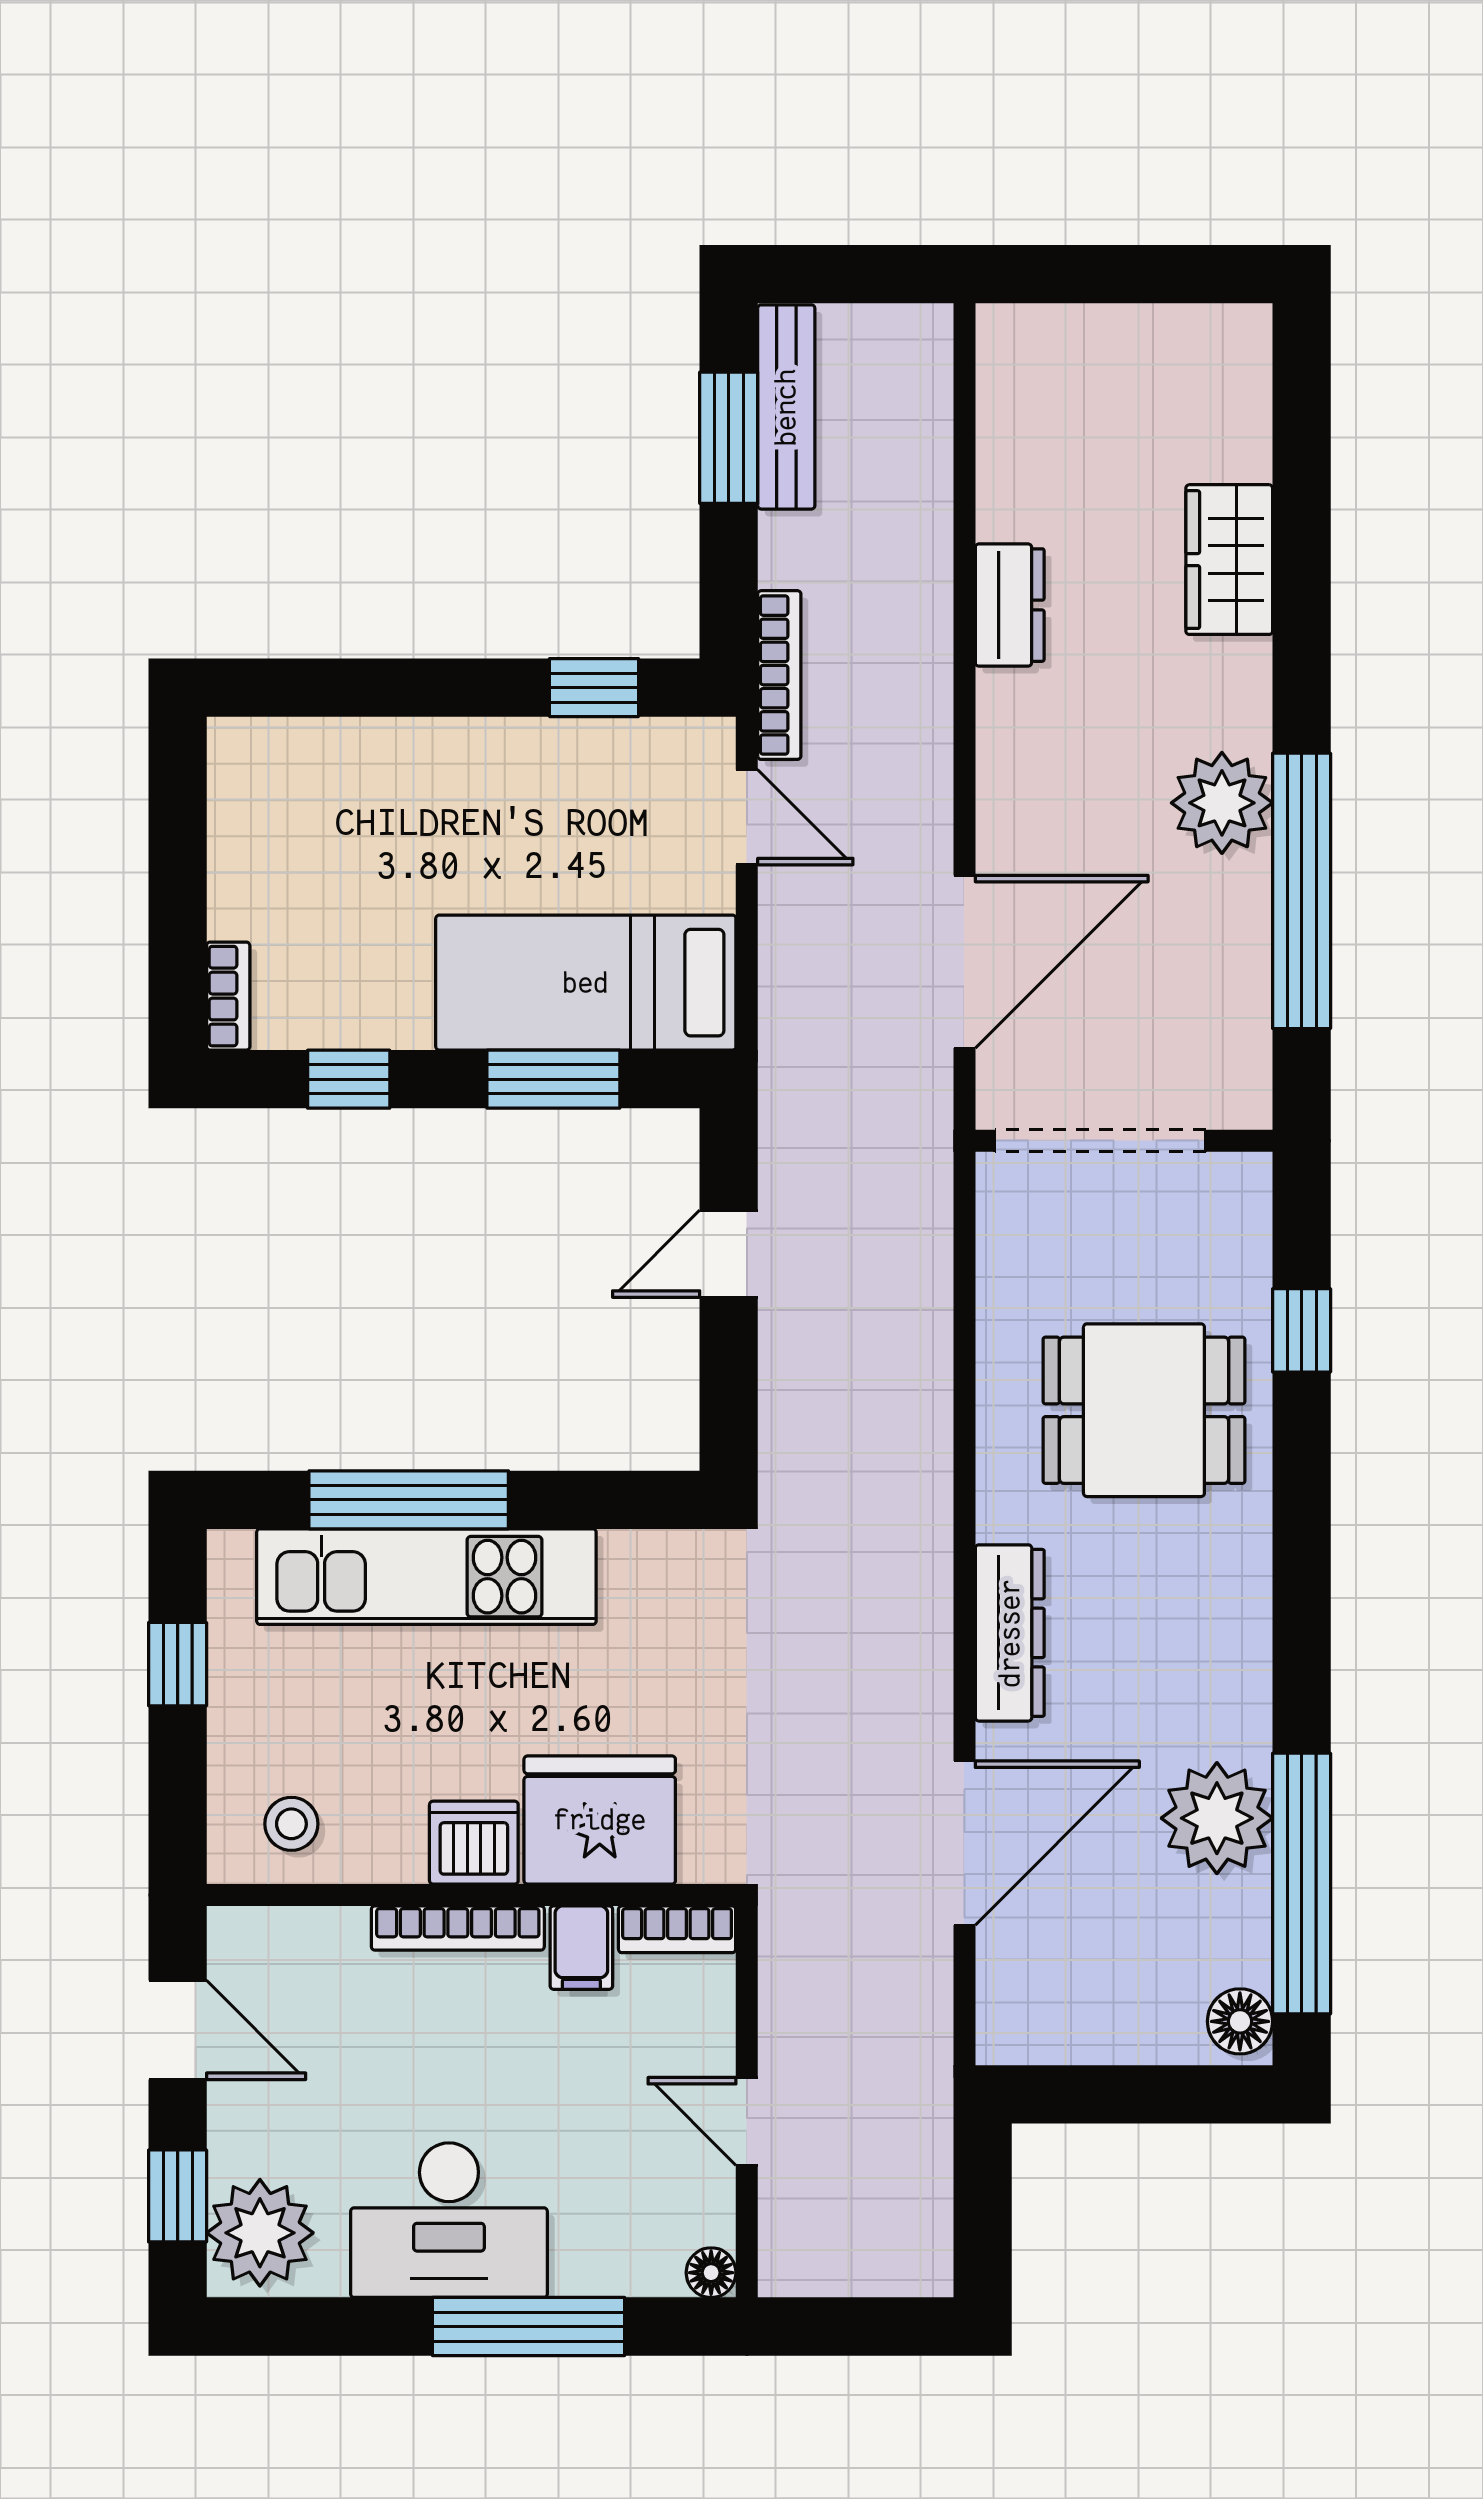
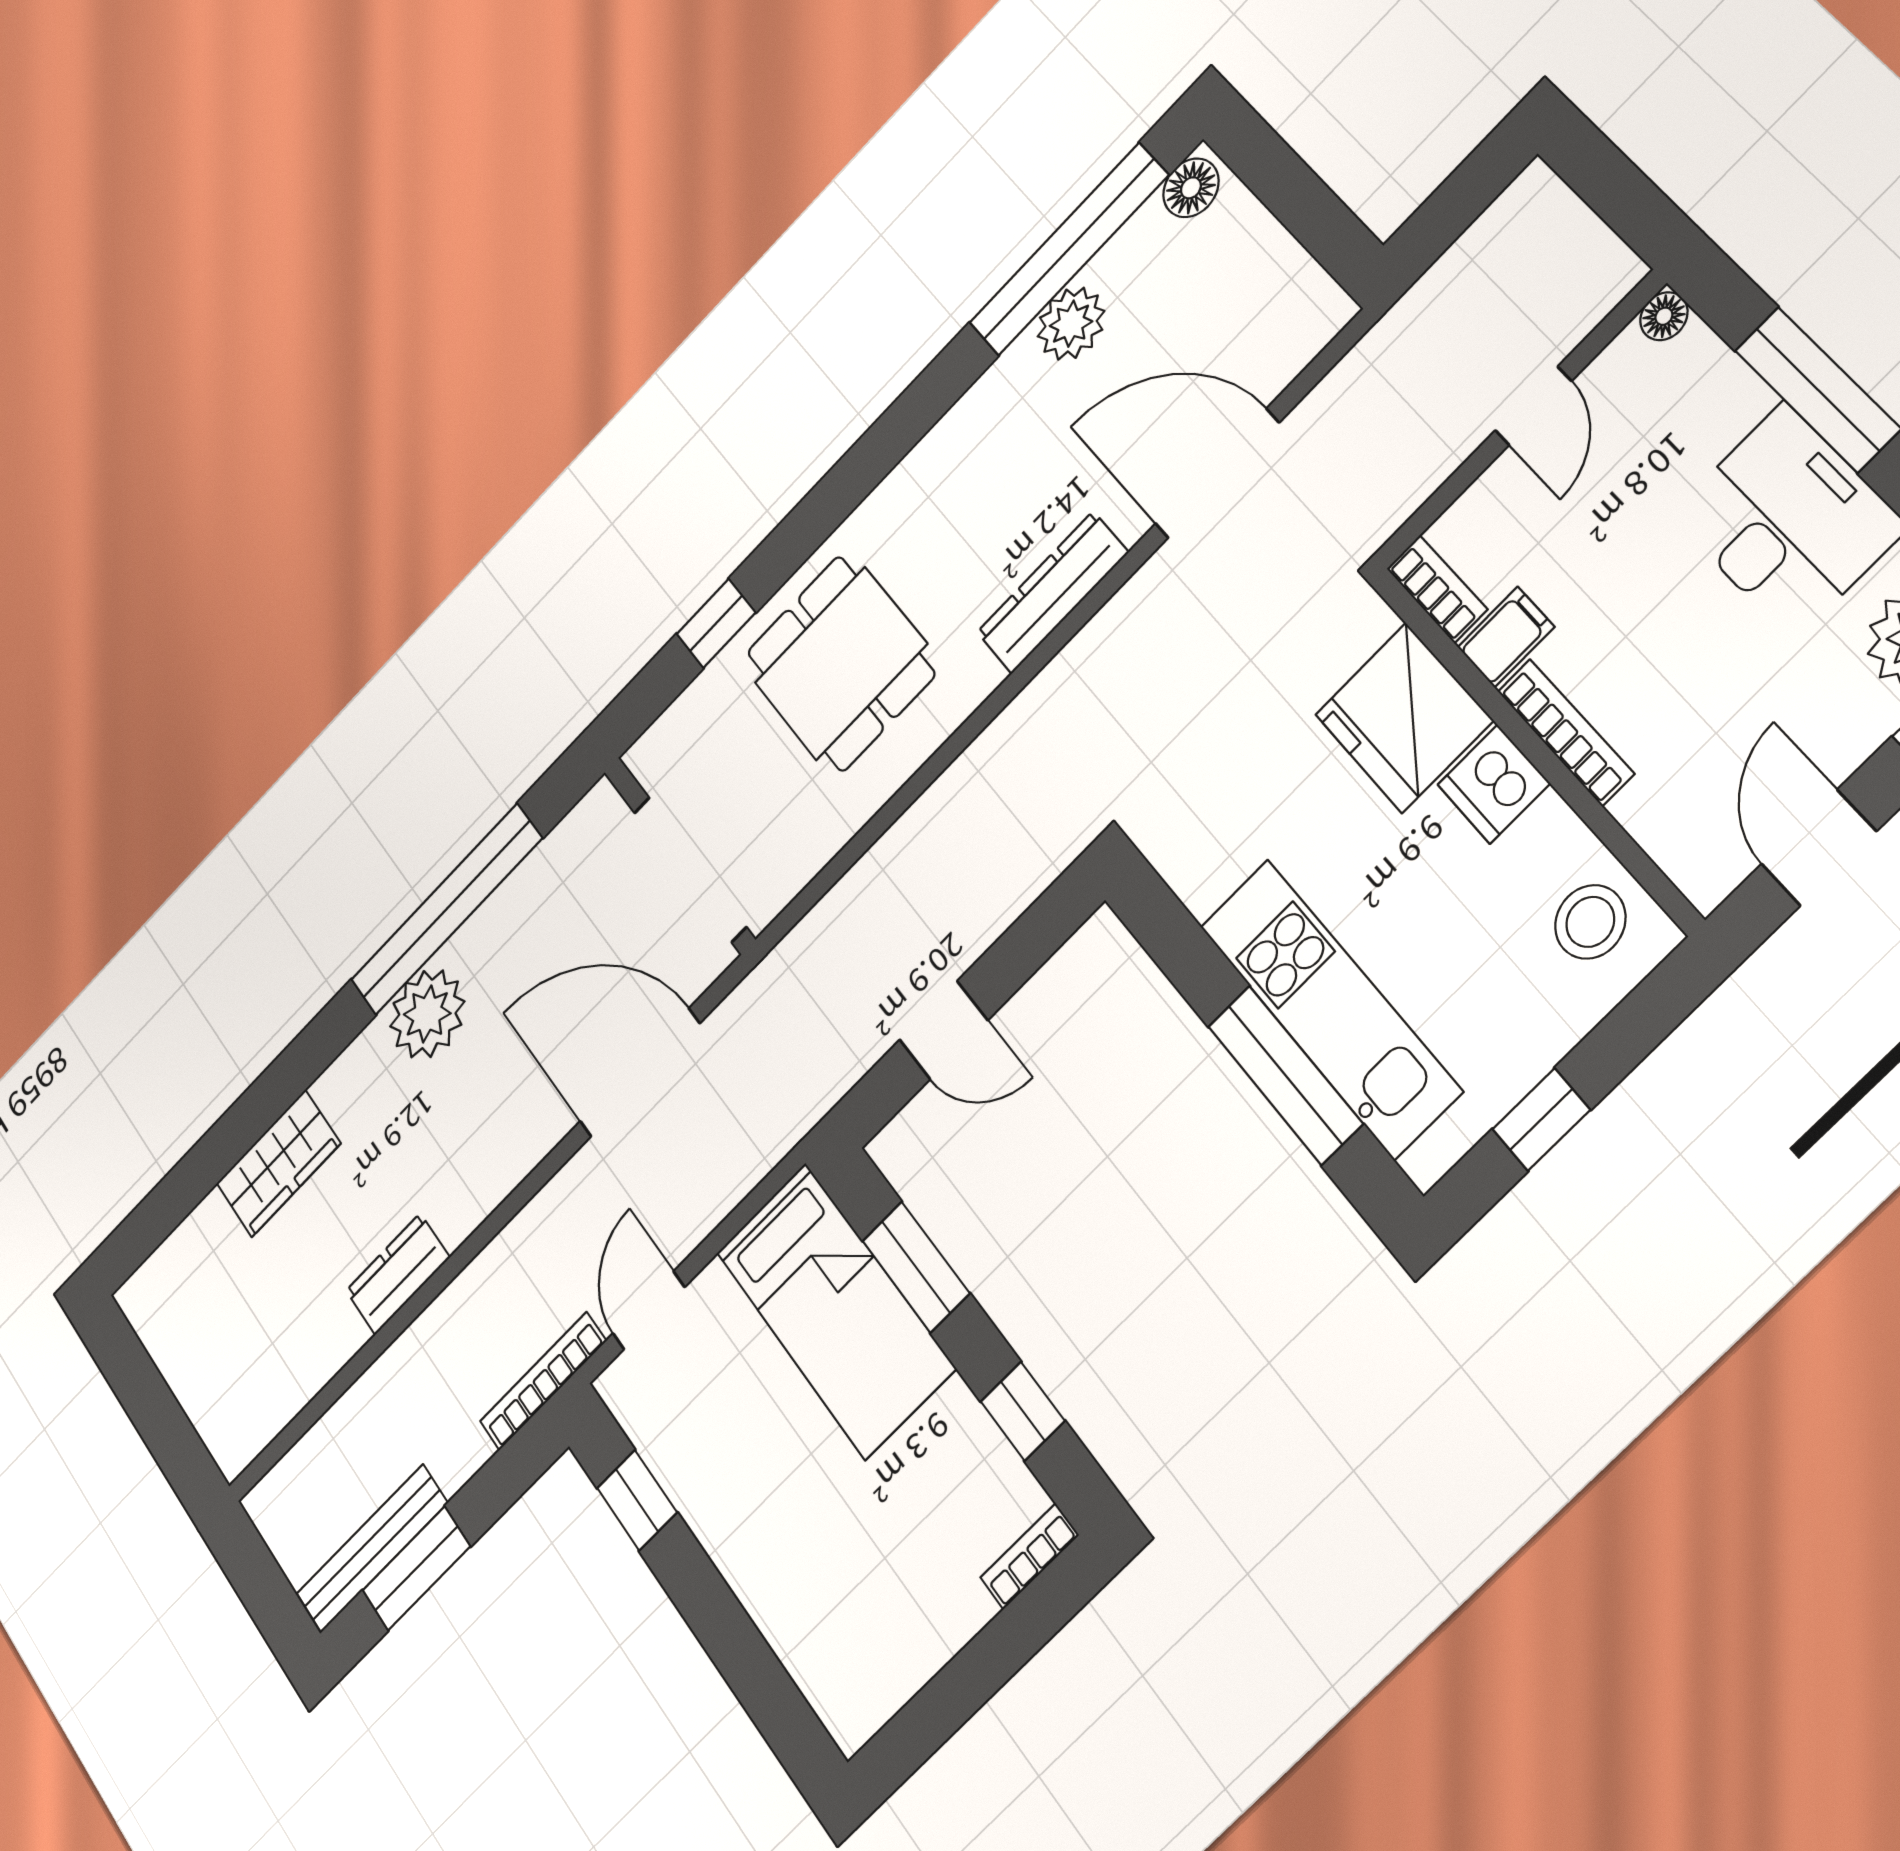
plant: (1217, 1818) -> (1071, 324), width x0.73, depth x0.73
stool: (291, 1824) -> (1590, 922), width x1.37, depth x1.37

